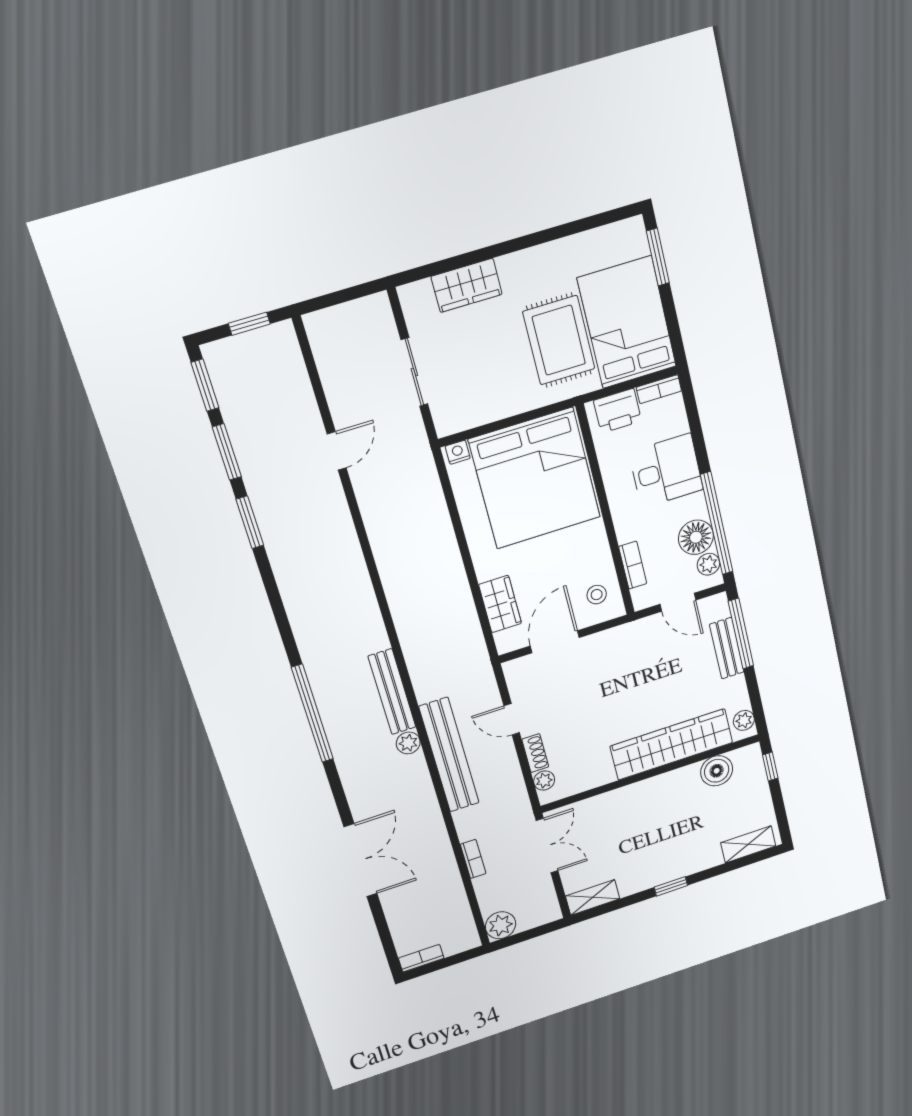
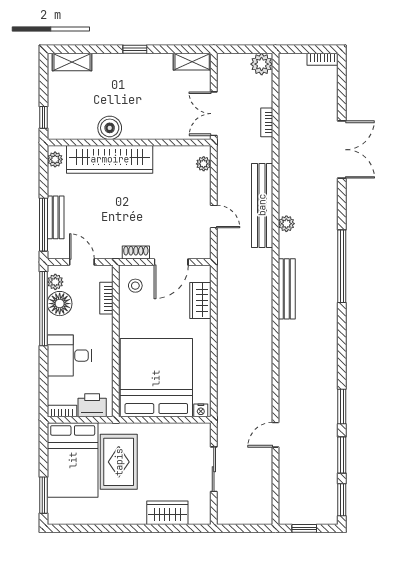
bench: (392, 692) -> (287, 289), moved
shoe rack: (535, 753) -> (136, 252), moved, turned 90
boiler: (717, 771) -> (110, 128), moved
double door: (361, 860) -> (342, 150), swing flipped

